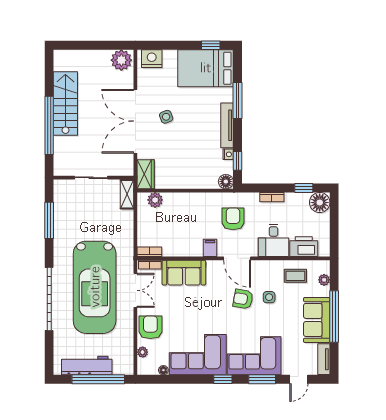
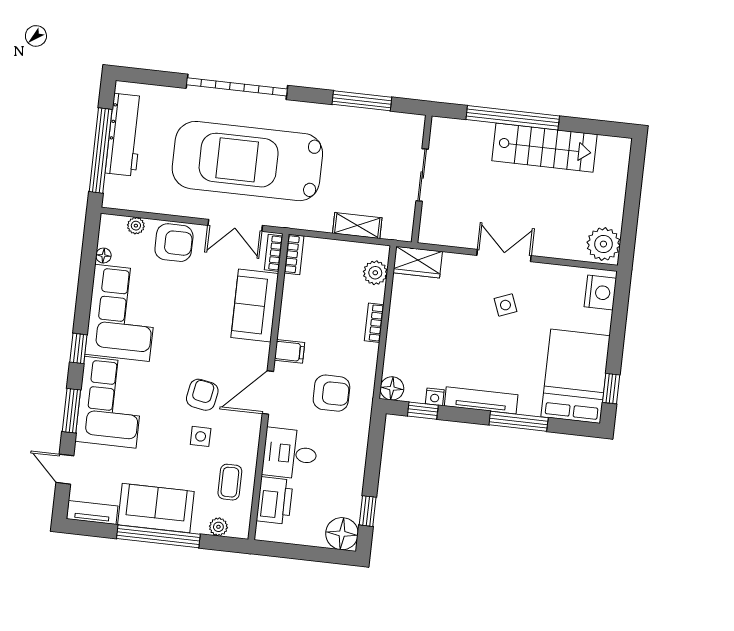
double door: (135, 121) -> (504, 255), width x0.54
shelving: (127, 194) -> (357, 226), moved
bookcase: (272, 197) -> (374, 323), moved

